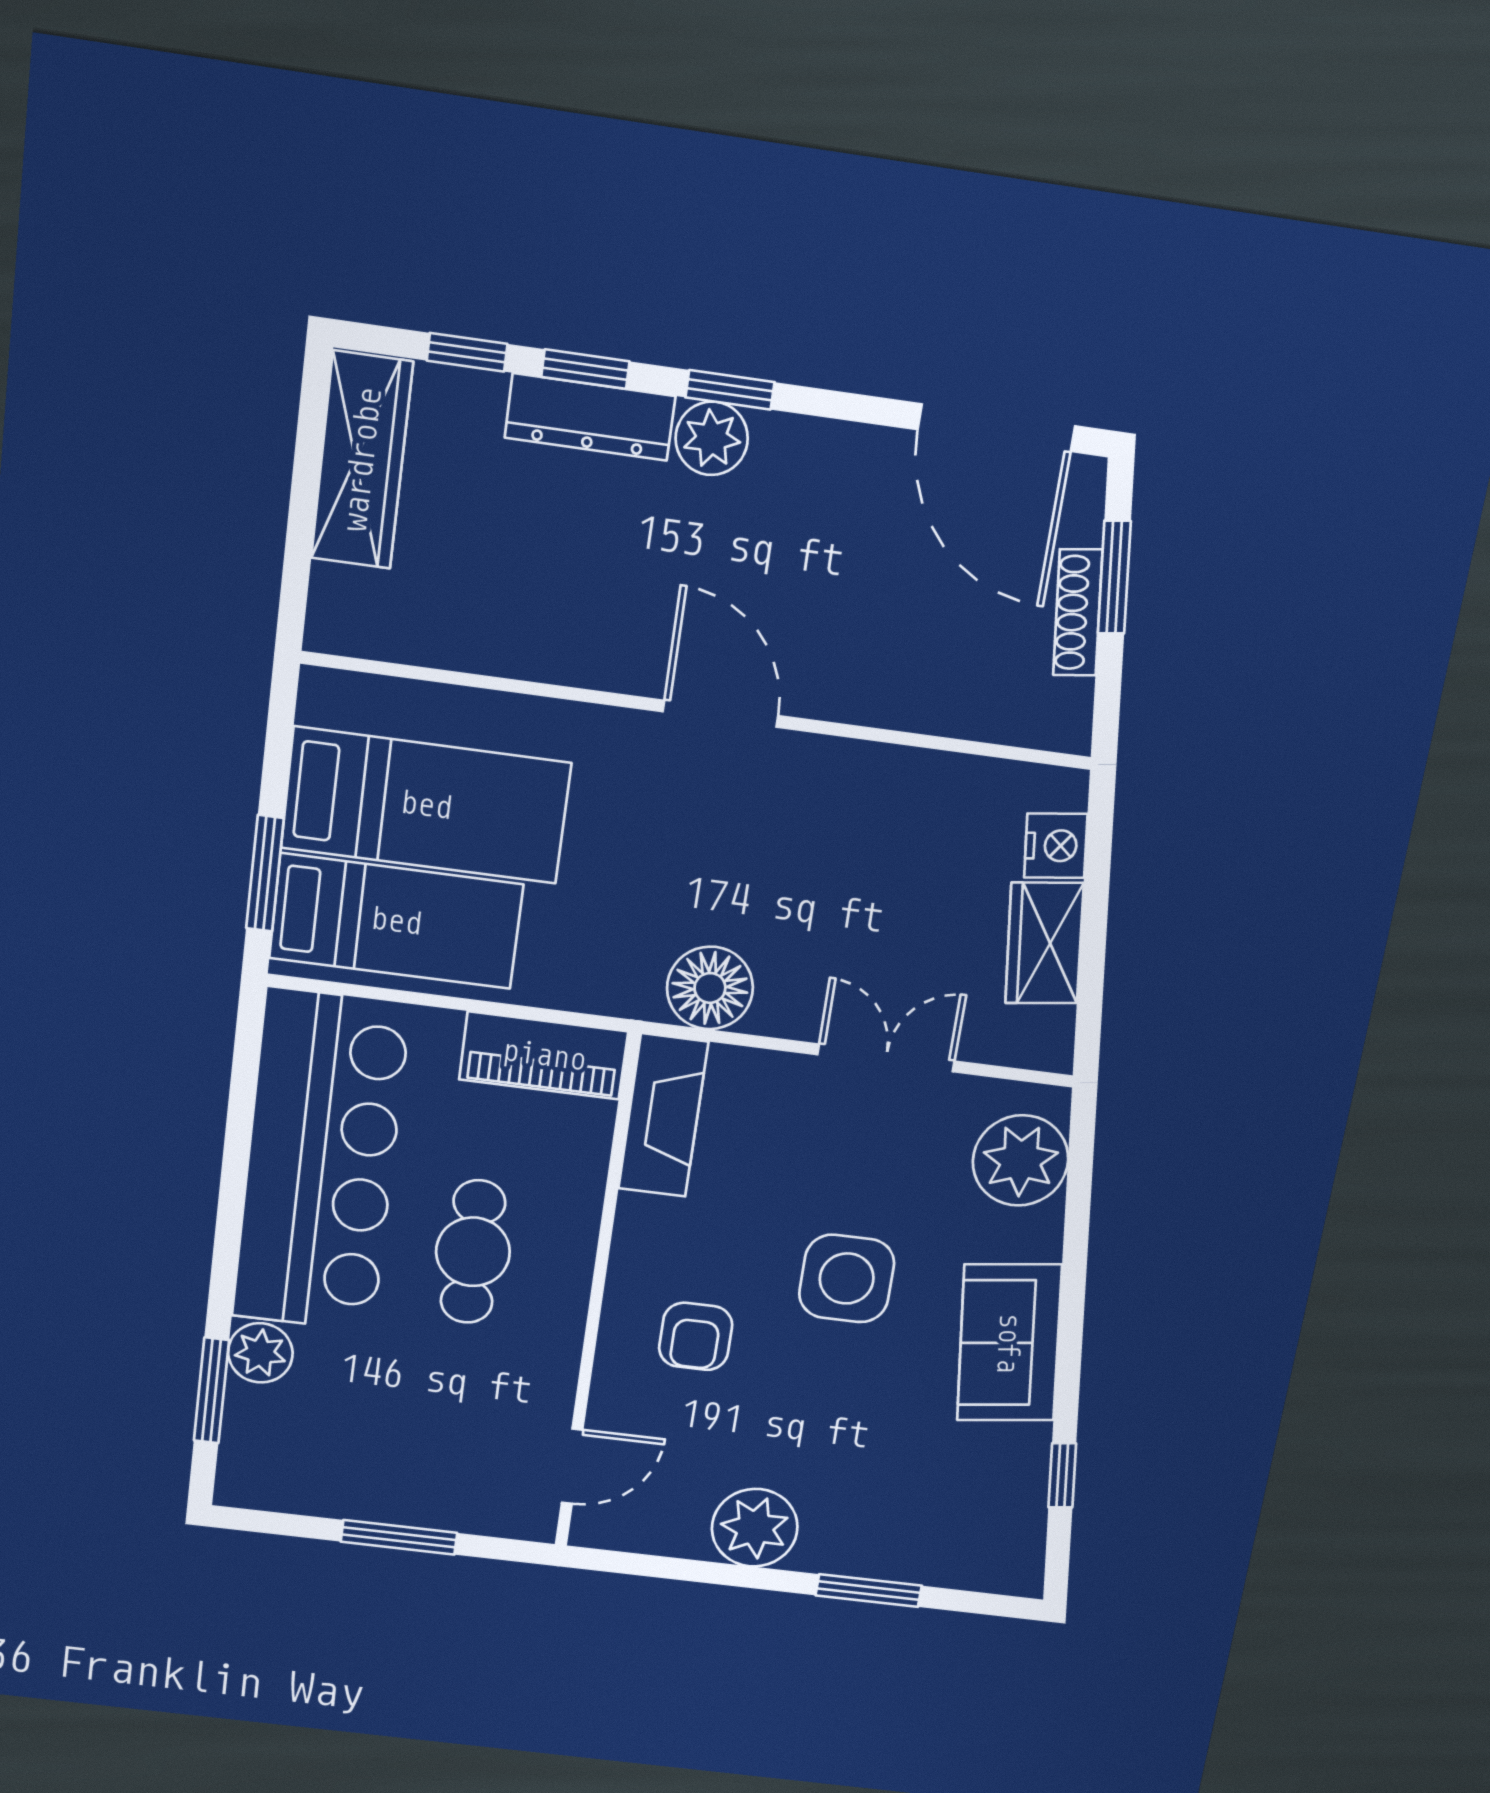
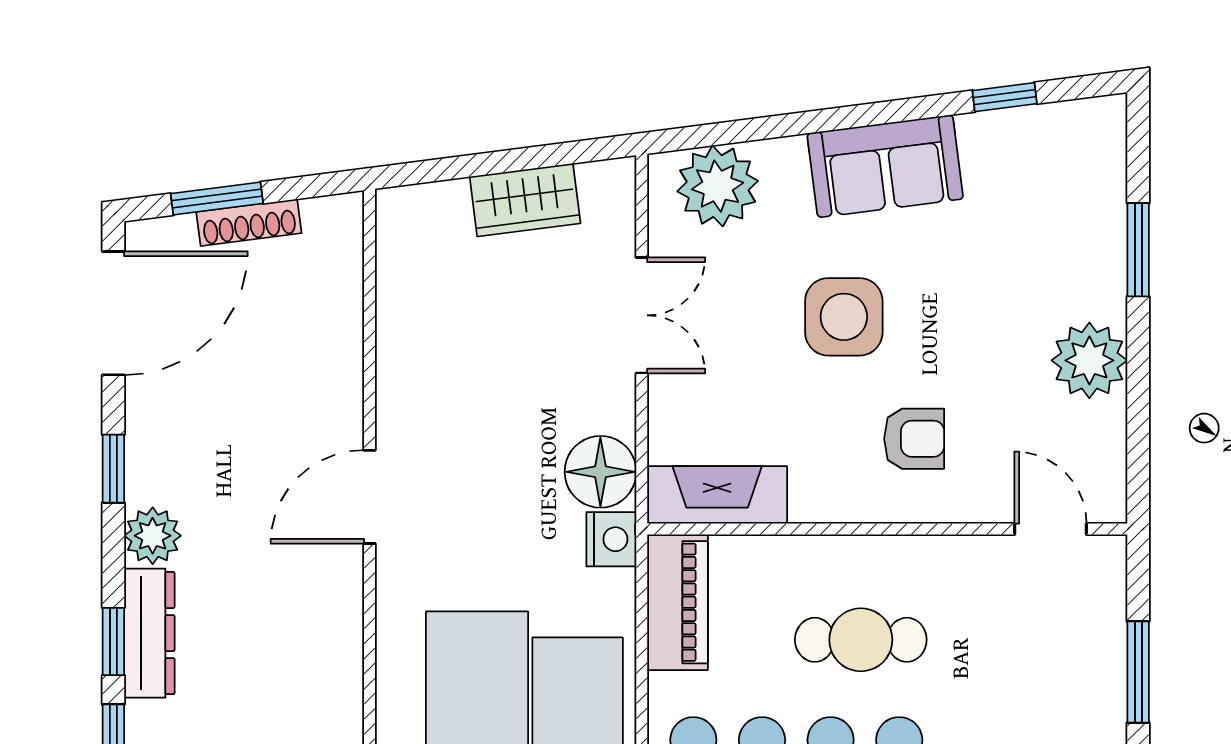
window: (730, 390) -> (113, 469), moved
nightstand: (1056, 846) -> (611, 539), moved, turned 97
double door: (886, 1058) -> (642, 315), swing flipped

